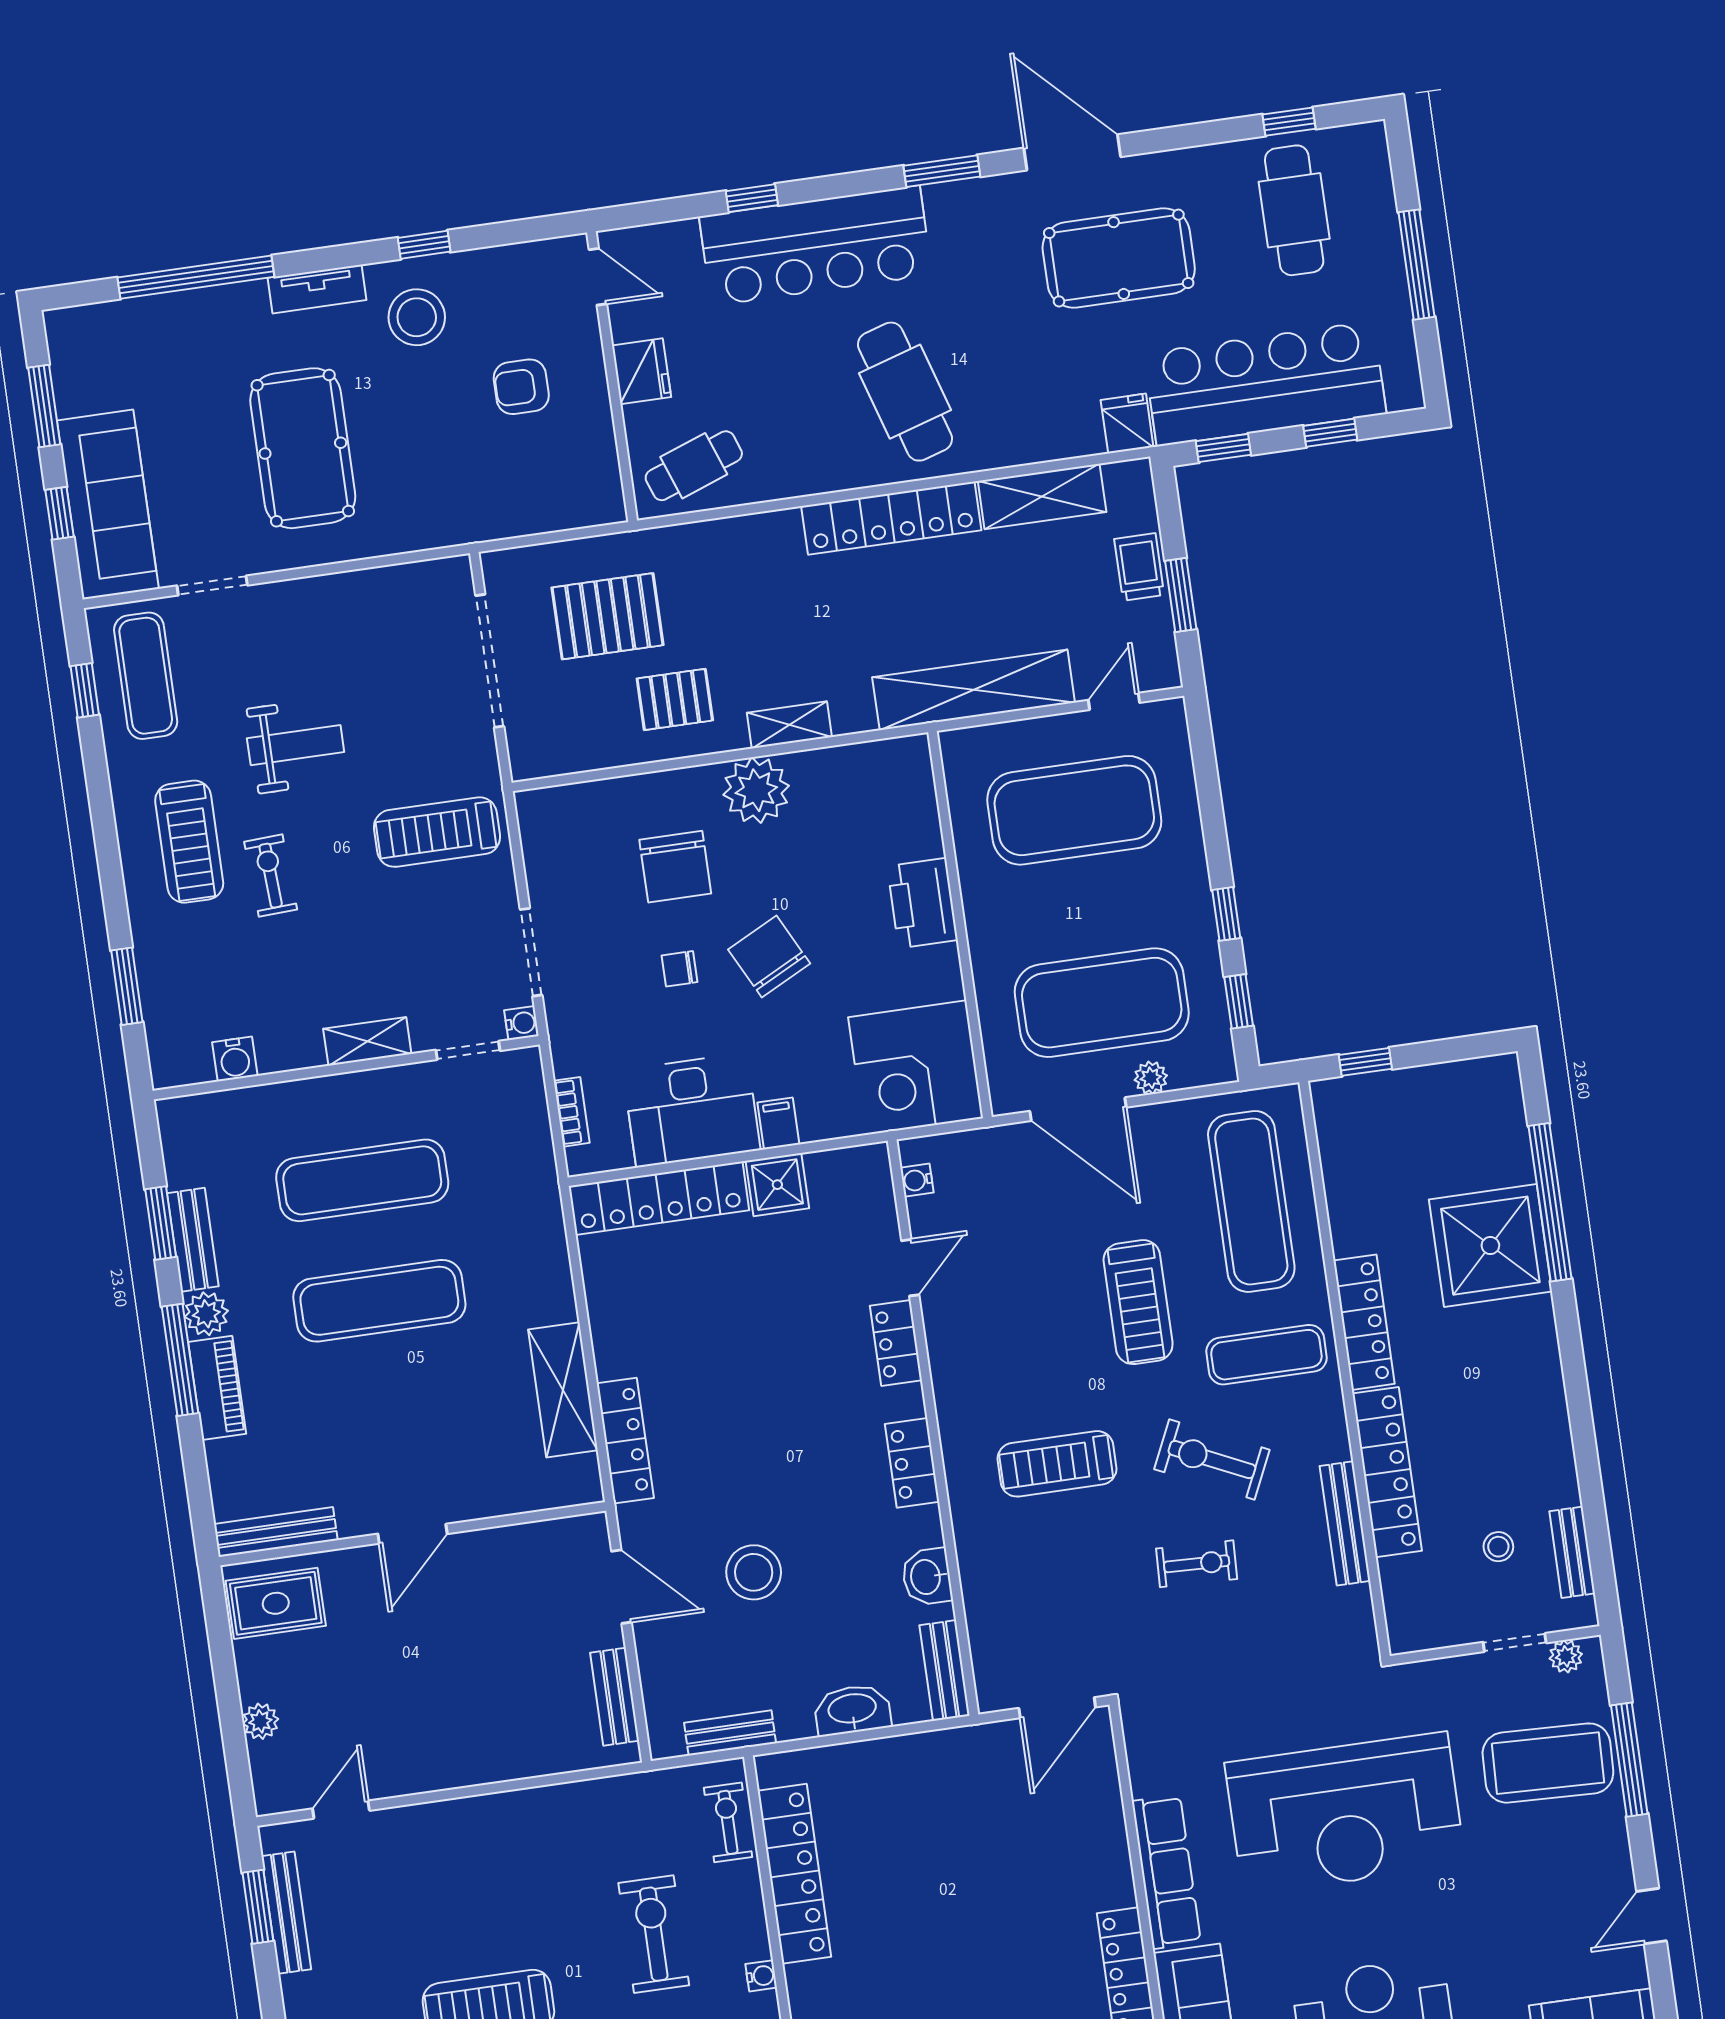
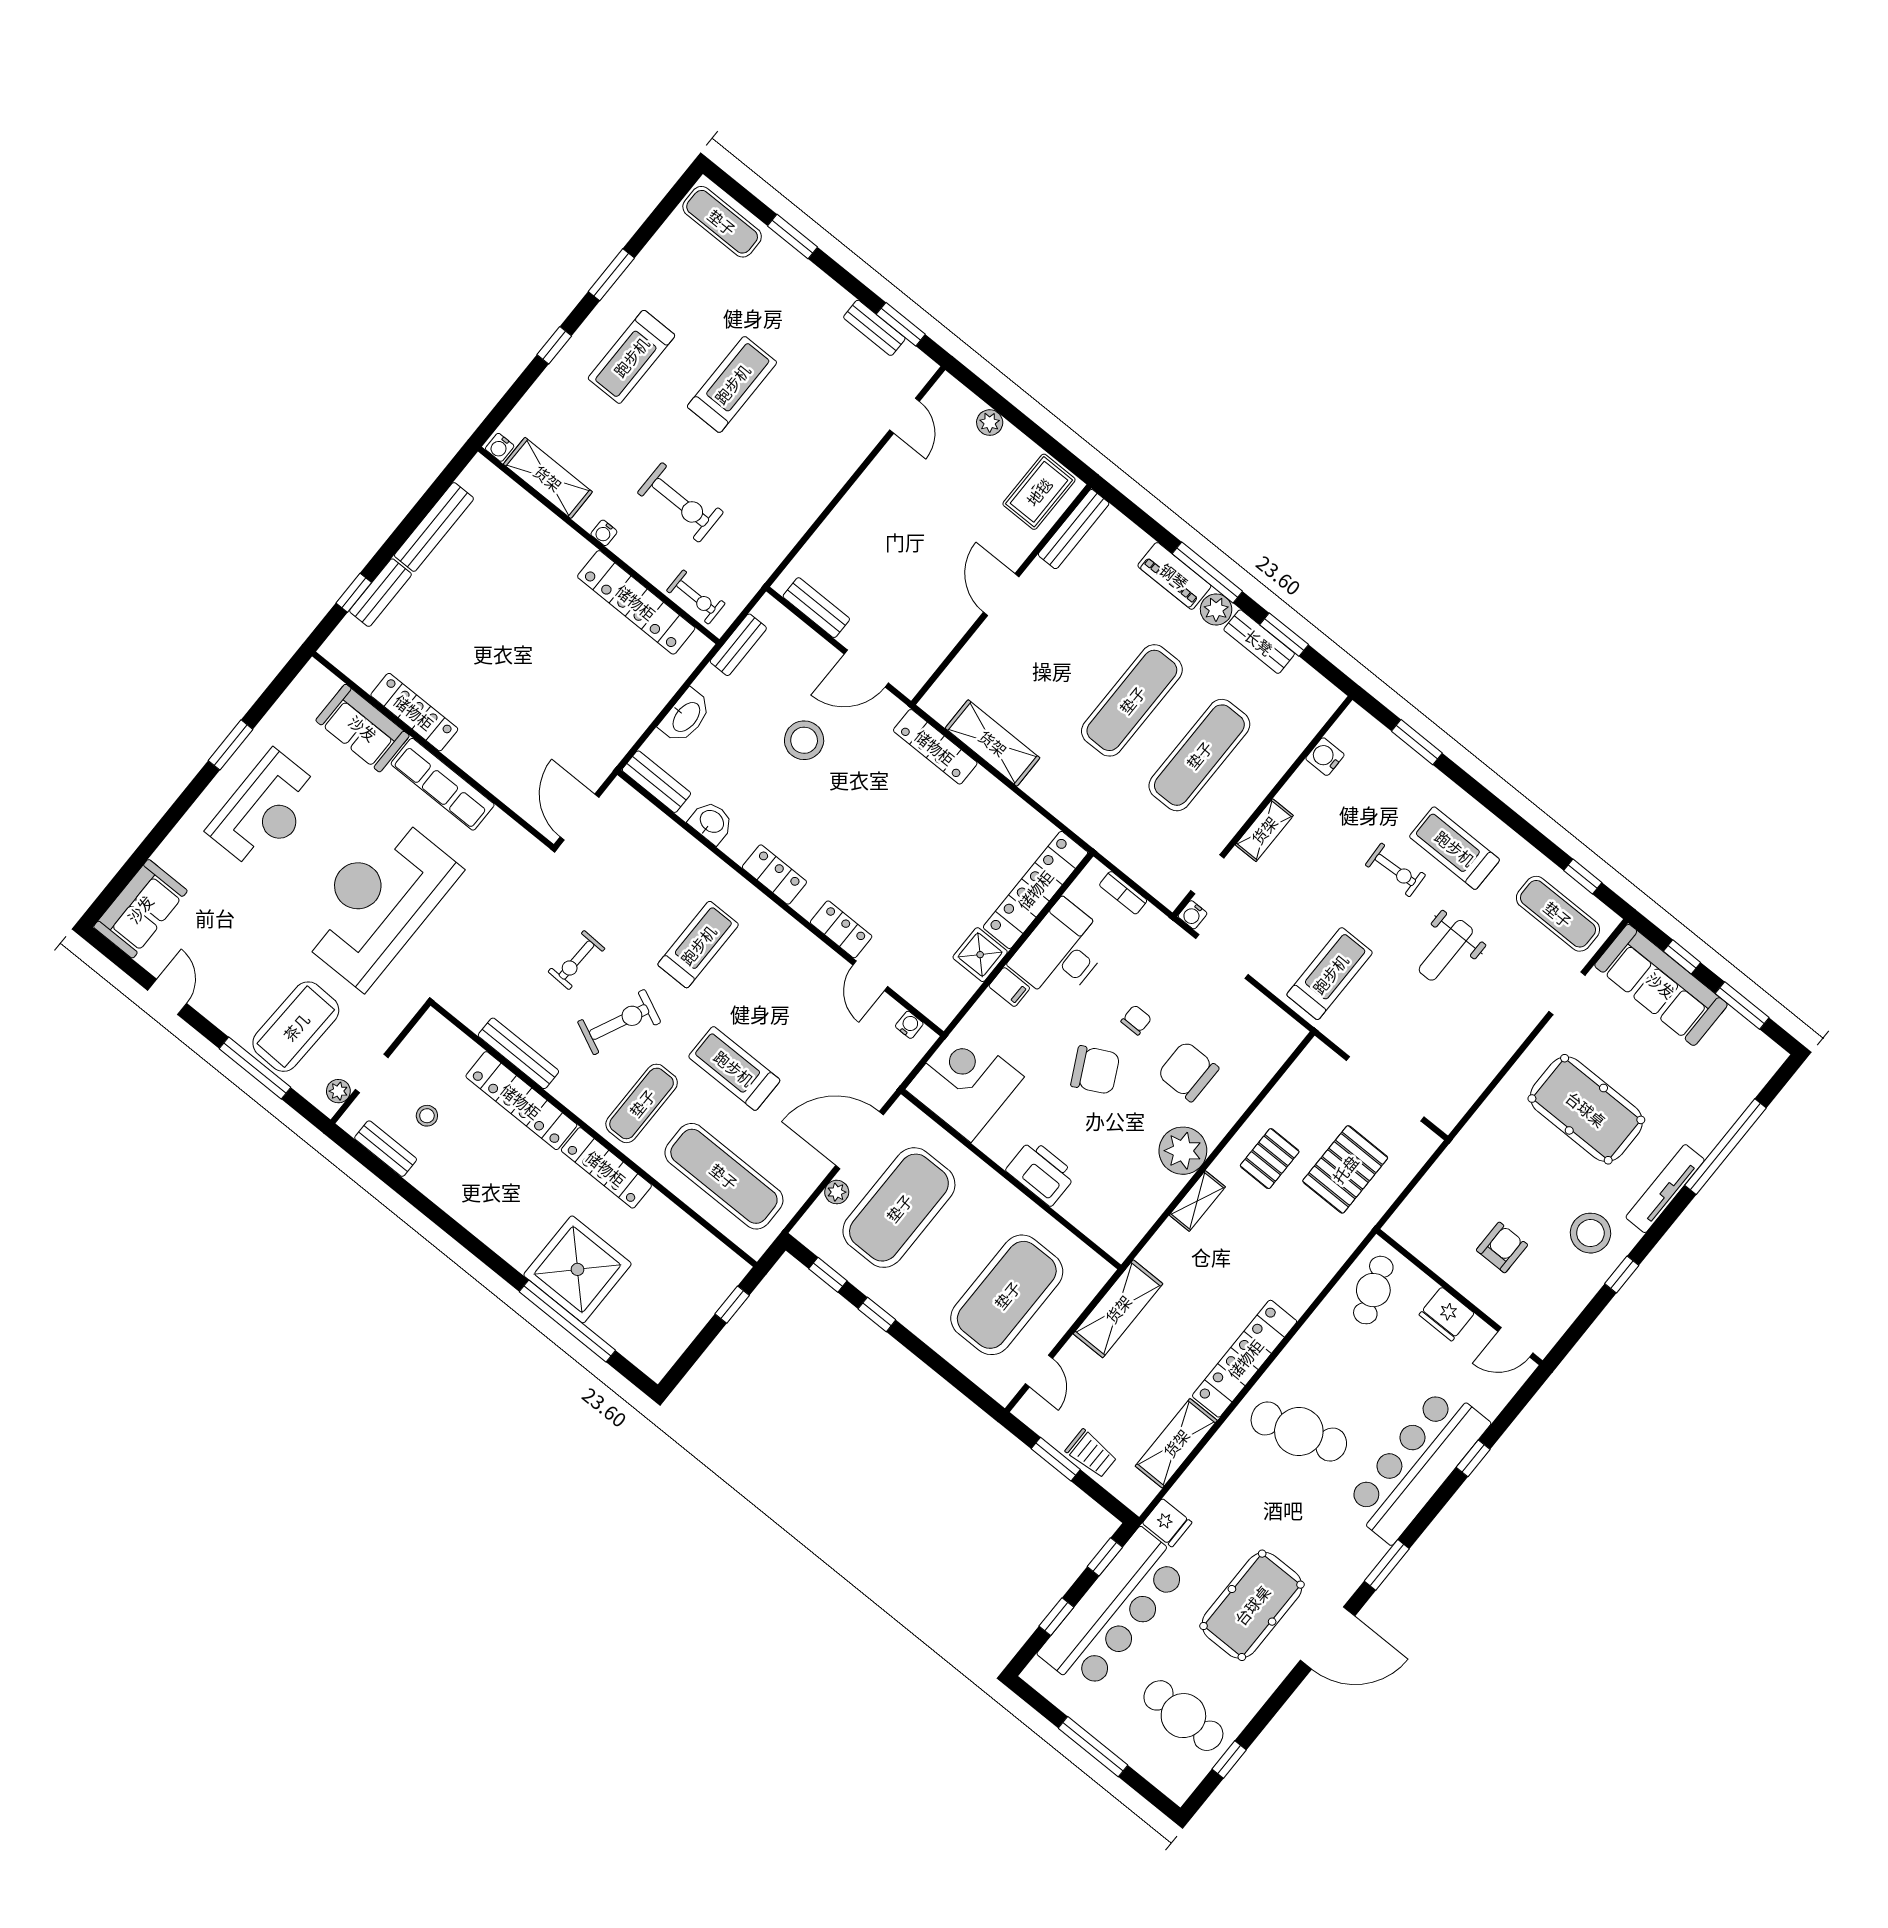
tv unit: (317, 289) -> (1665, 1189), width x1.41
shelving: (974, 690) -> (1118, 1309), width x0.68
bench: (286, 1913) -> (874, 328), width x0.73

